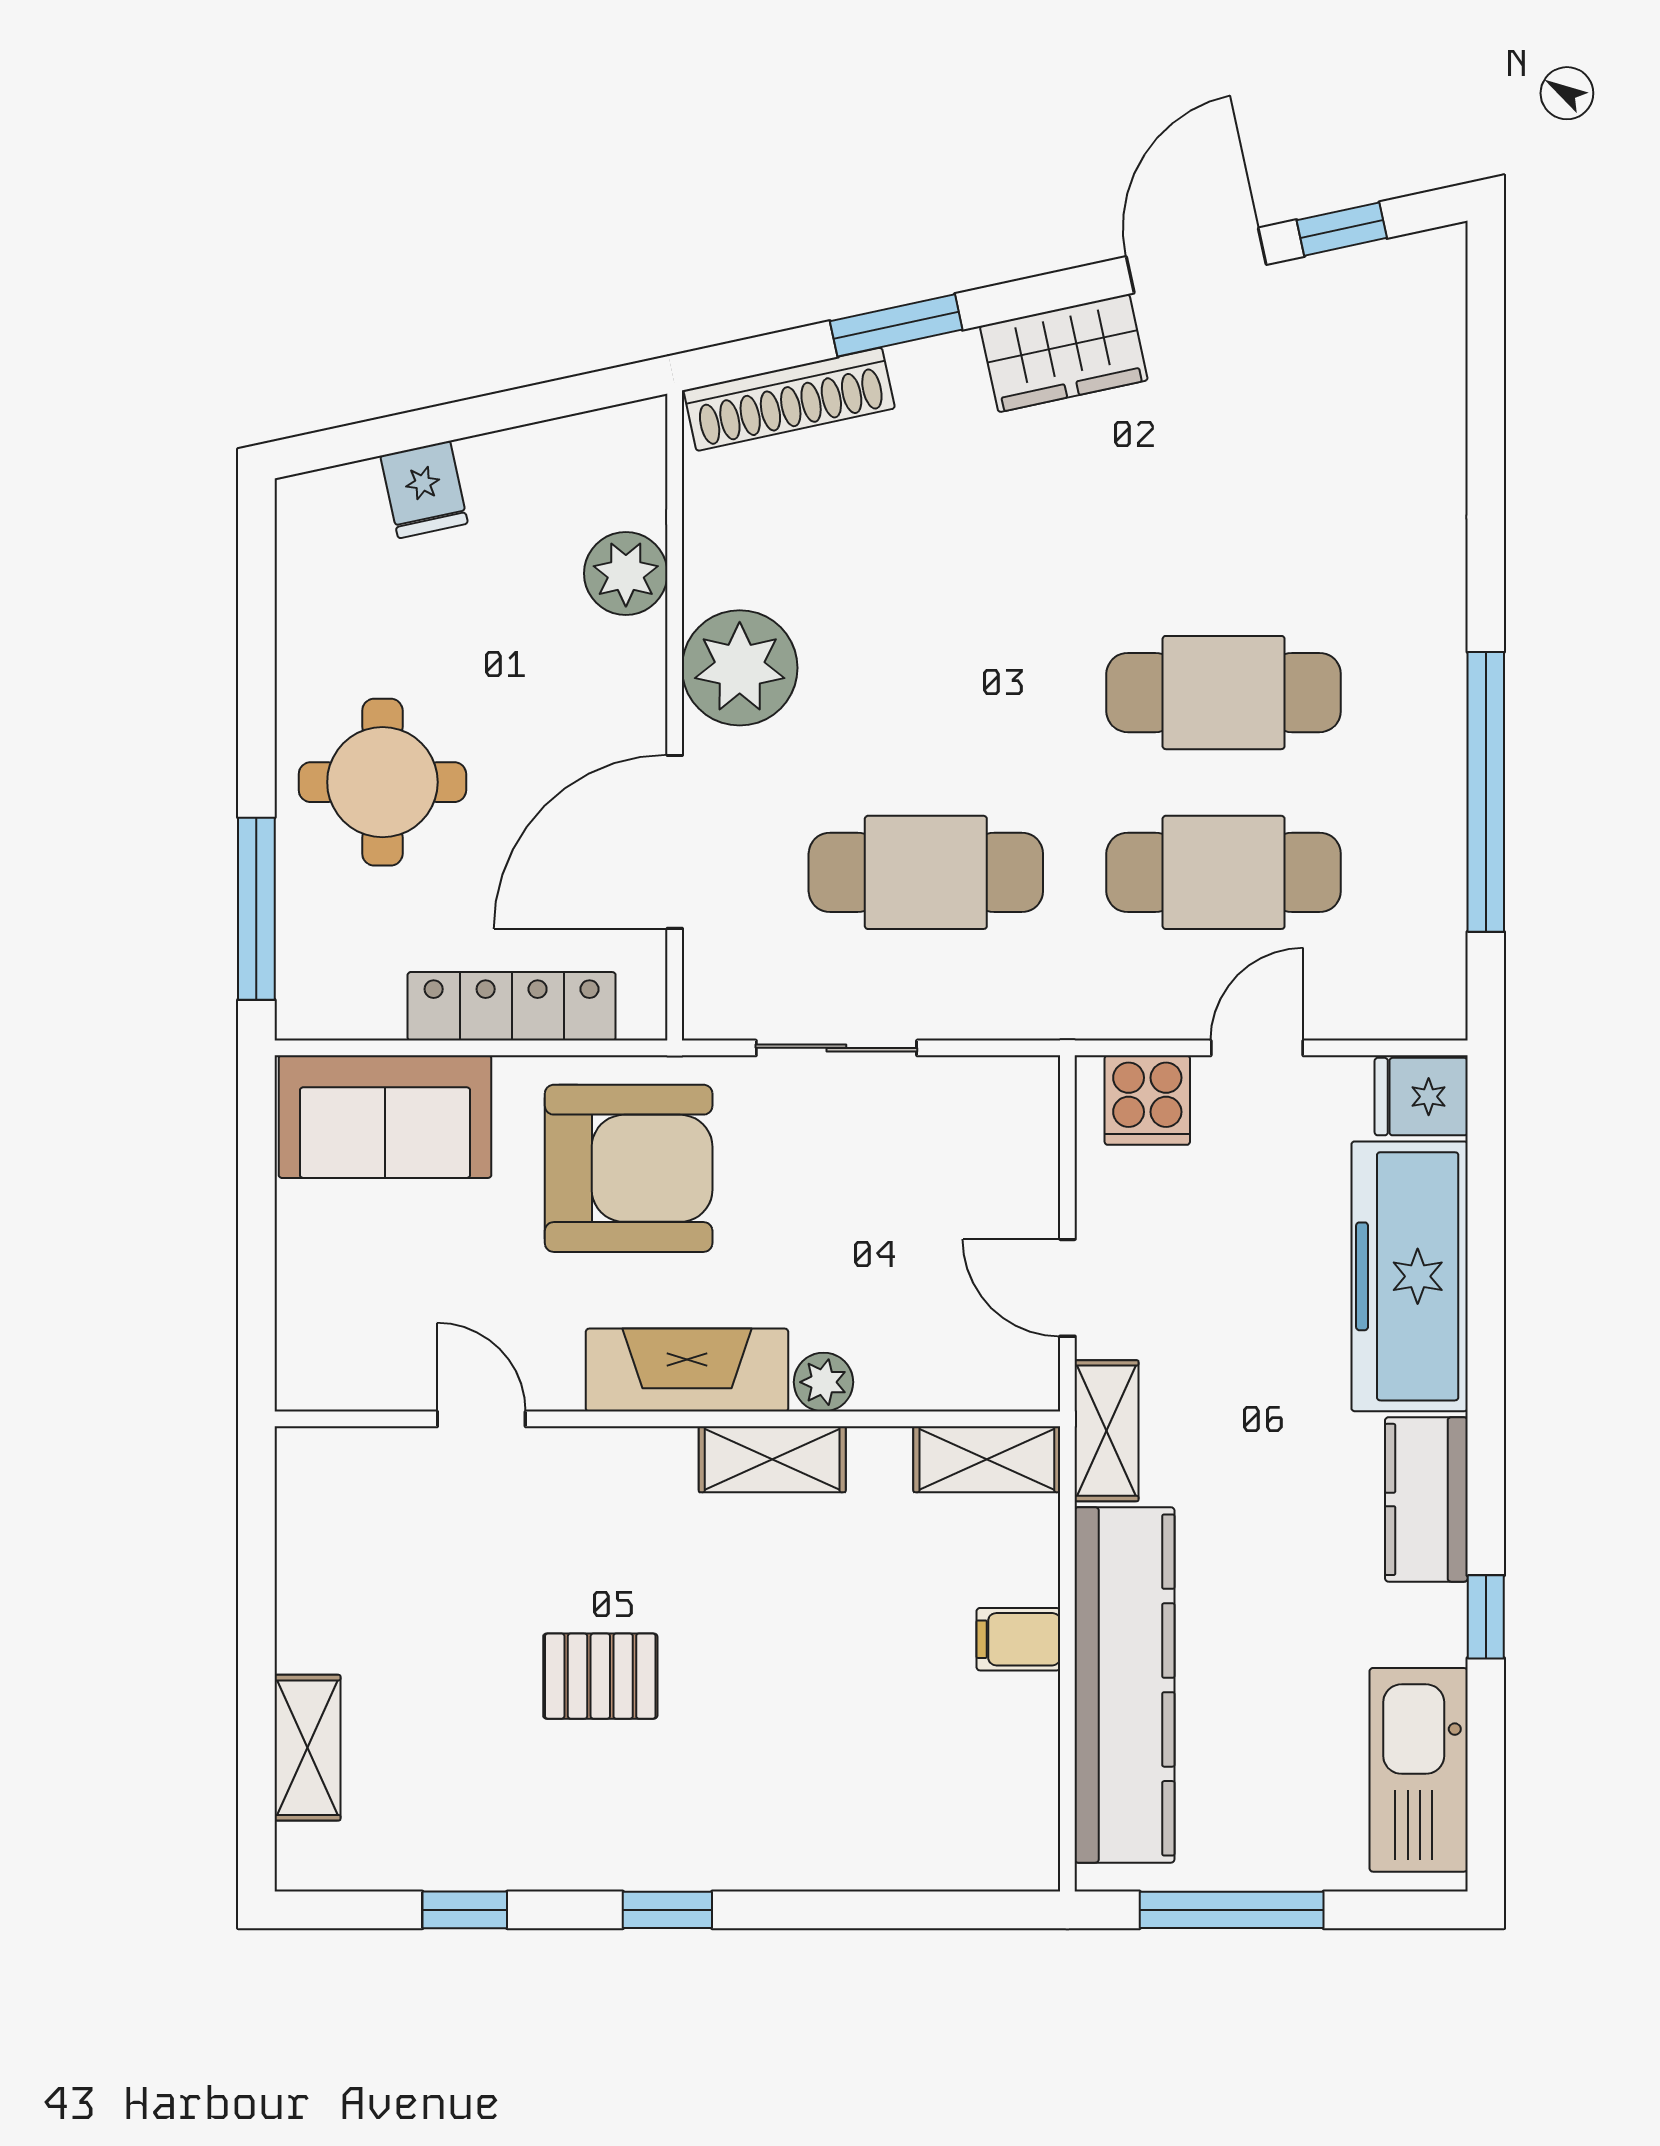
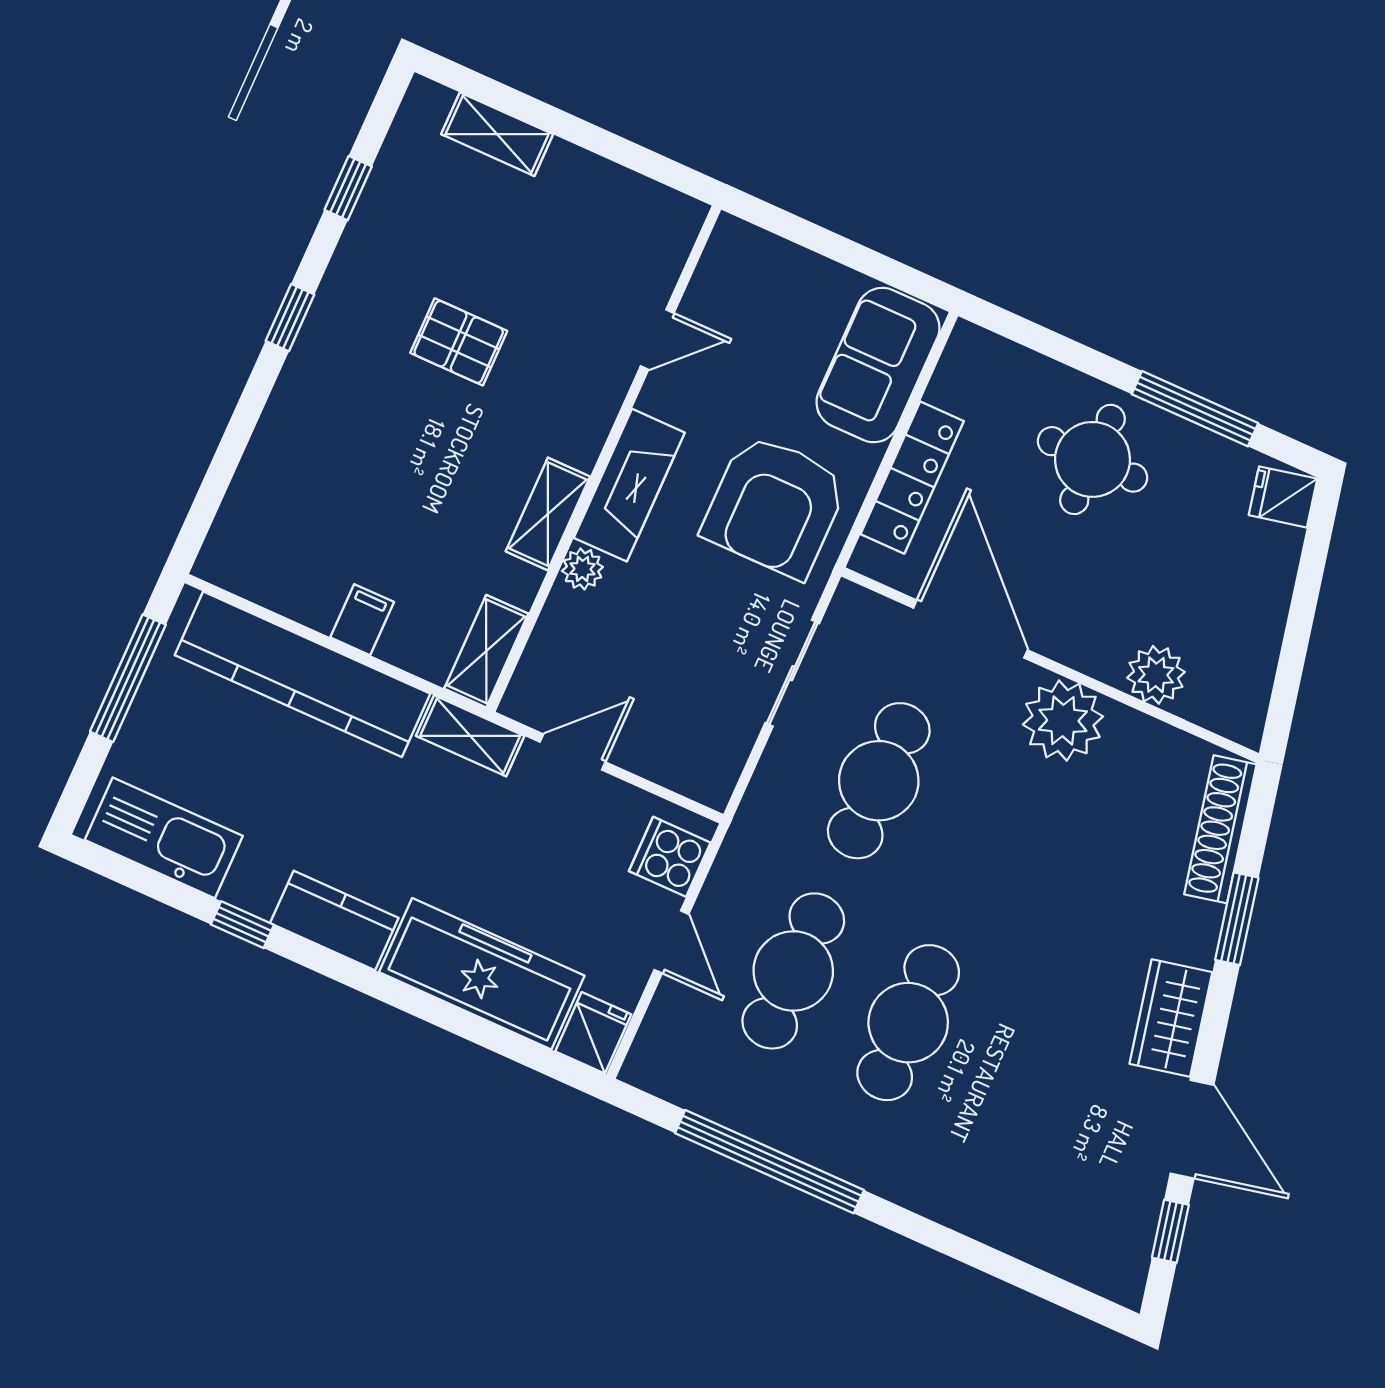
fridge: (424, 490) -> (1283, 497), moved
window: (256, 909) -> (1195, 409), moved
pallet: (600, 1676) -> (459, 342), turned 90

